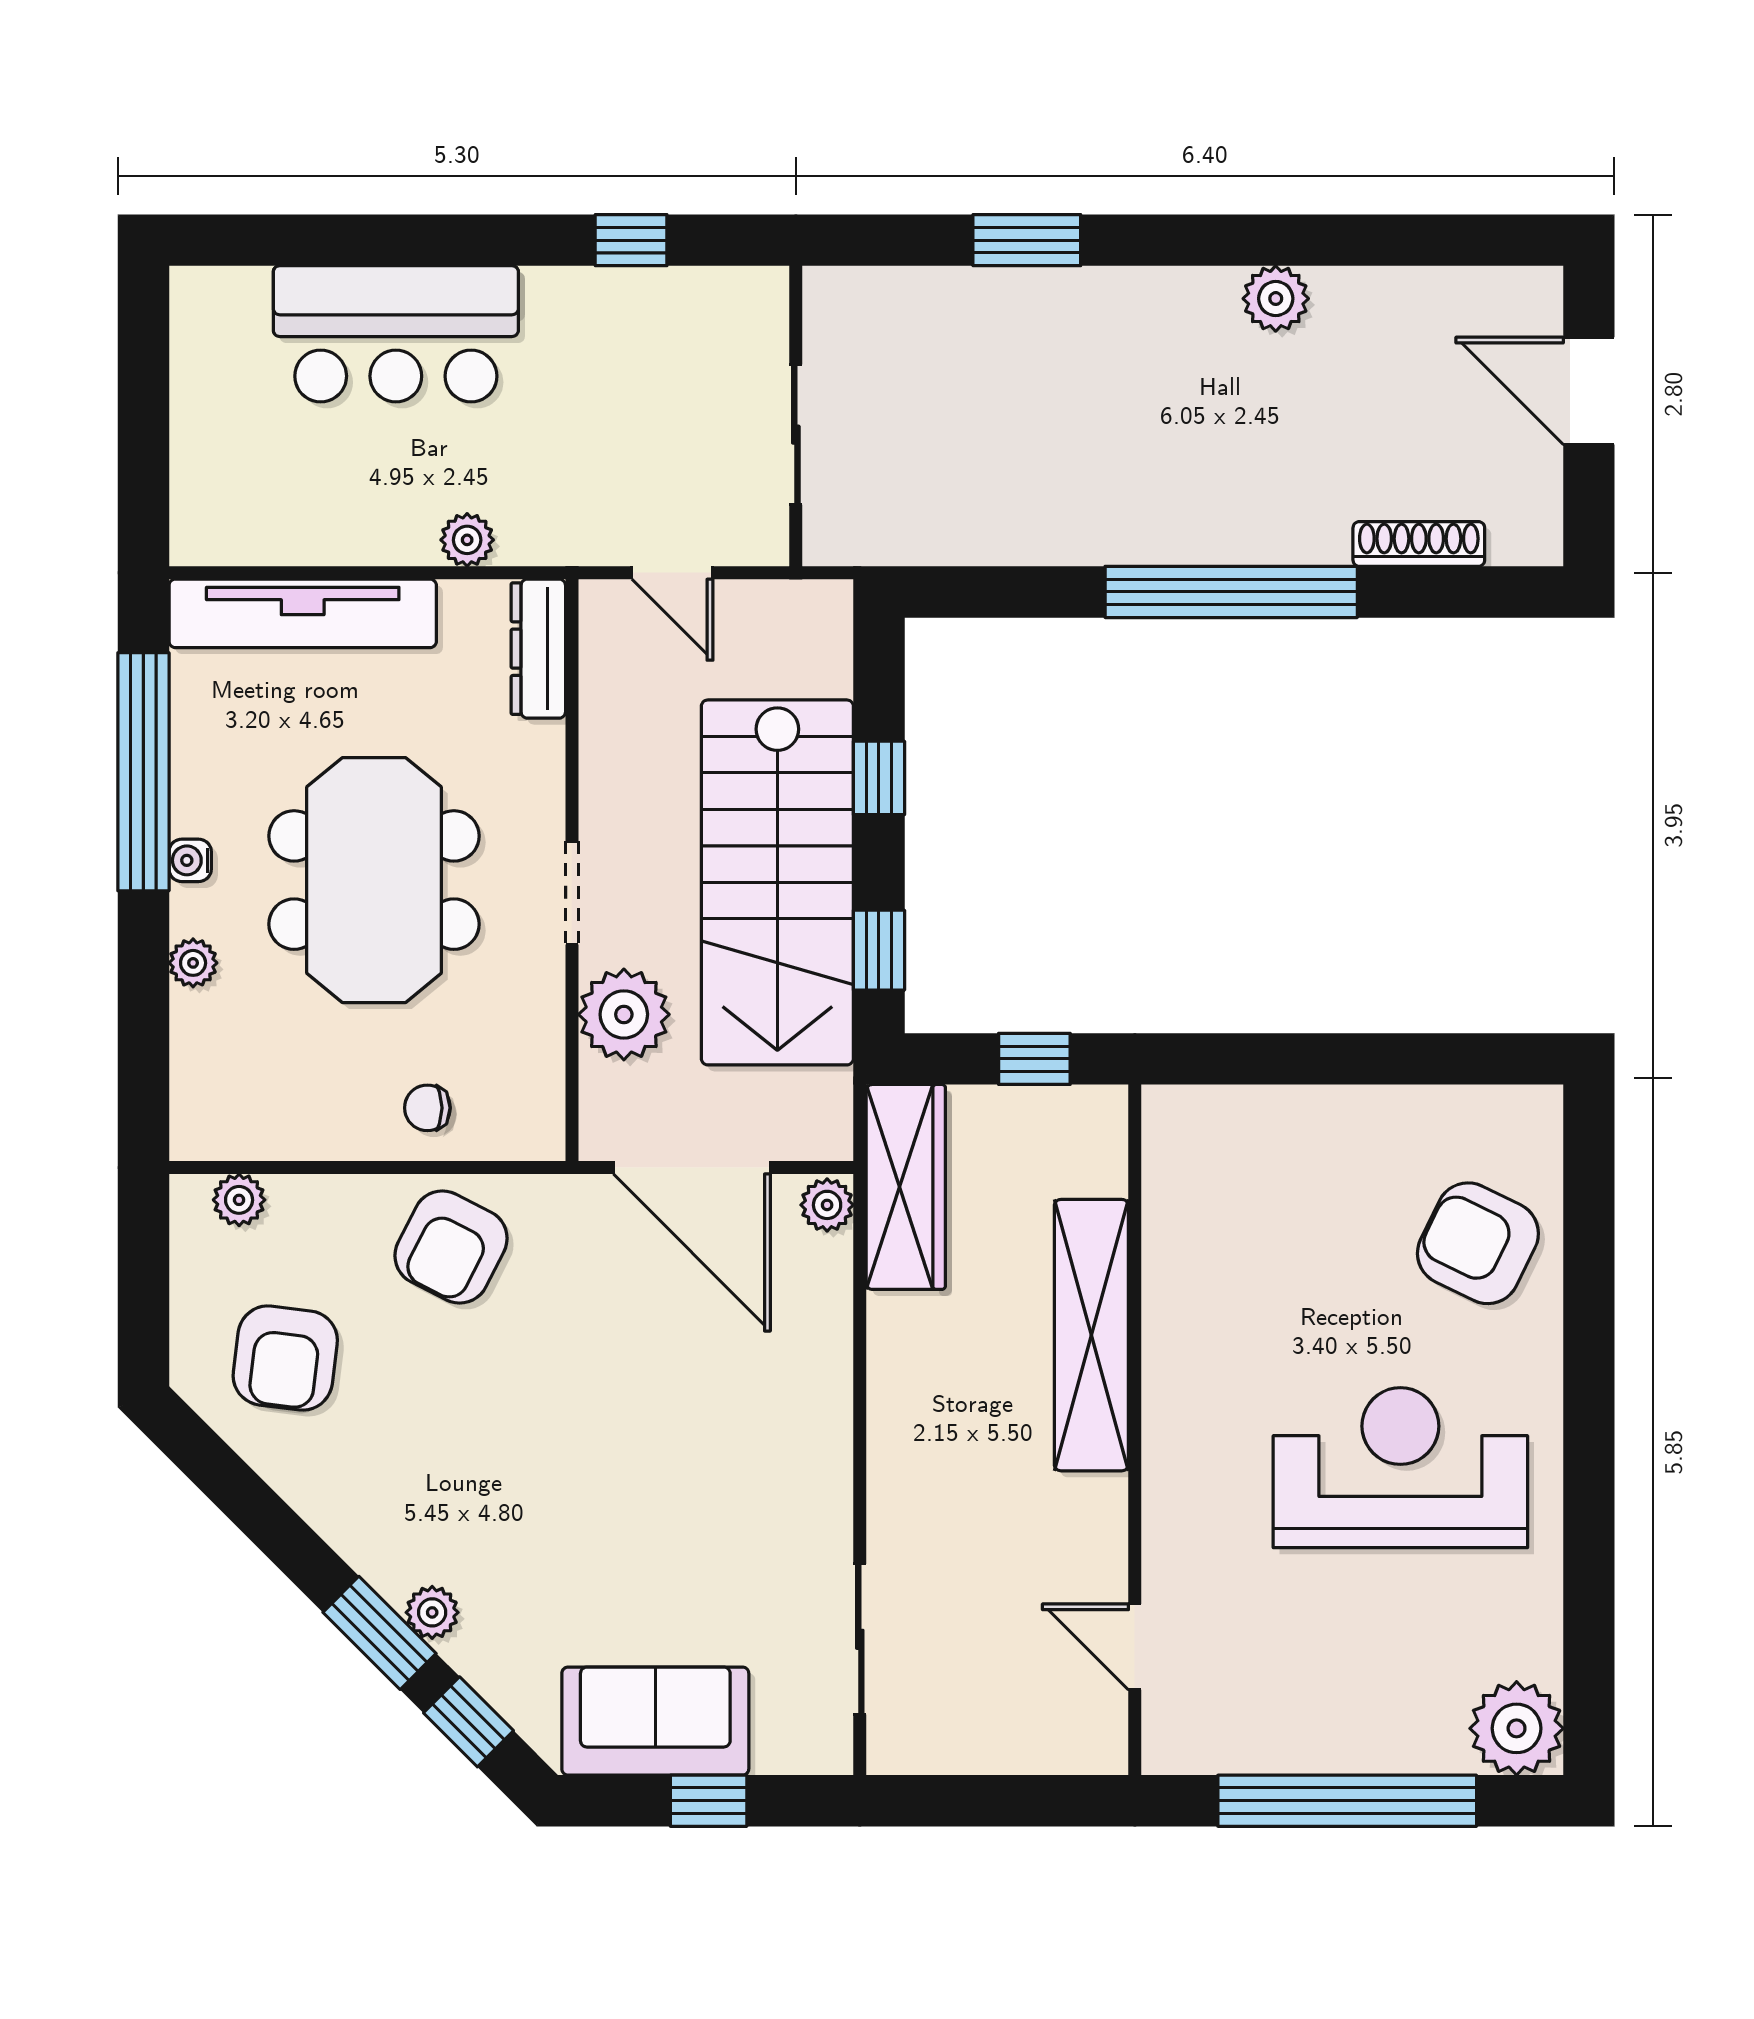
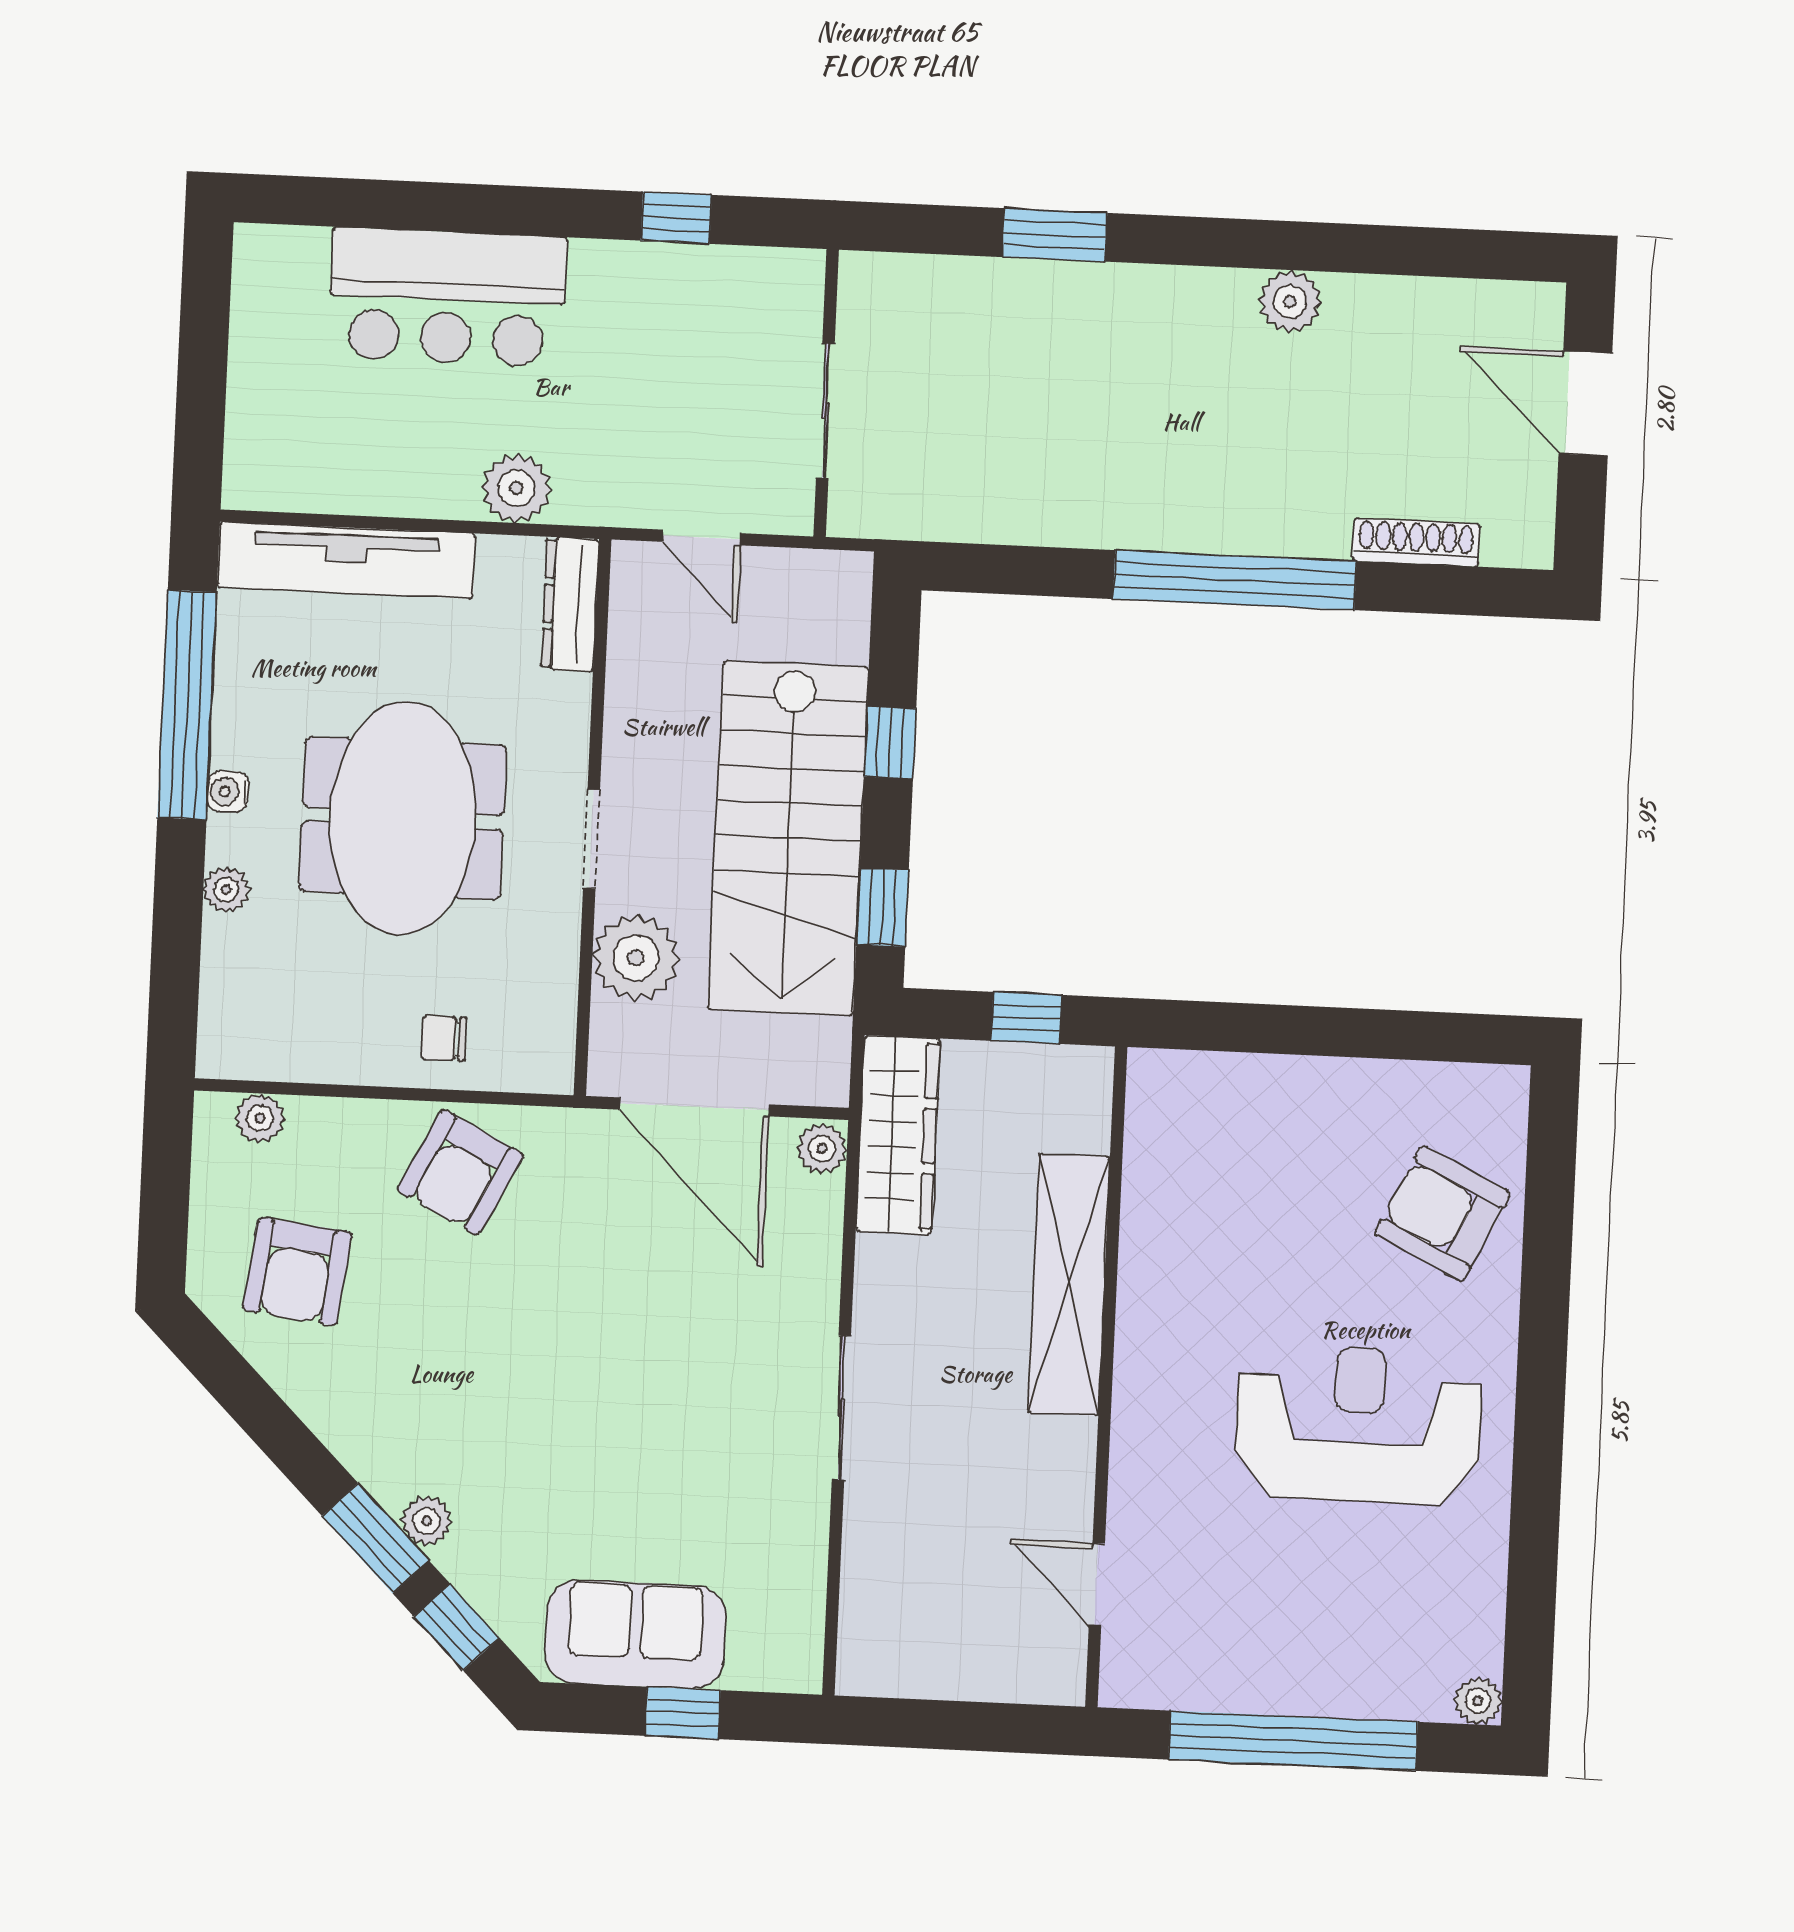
plant: (467, 540) -> (516, 488), width x1.38, depth x1.38
sliding door: (860, 1639) -> (841, 1408), moved
plant: (1517, 1728) -> (1478, 1701), width x0.53, depth x0.53

